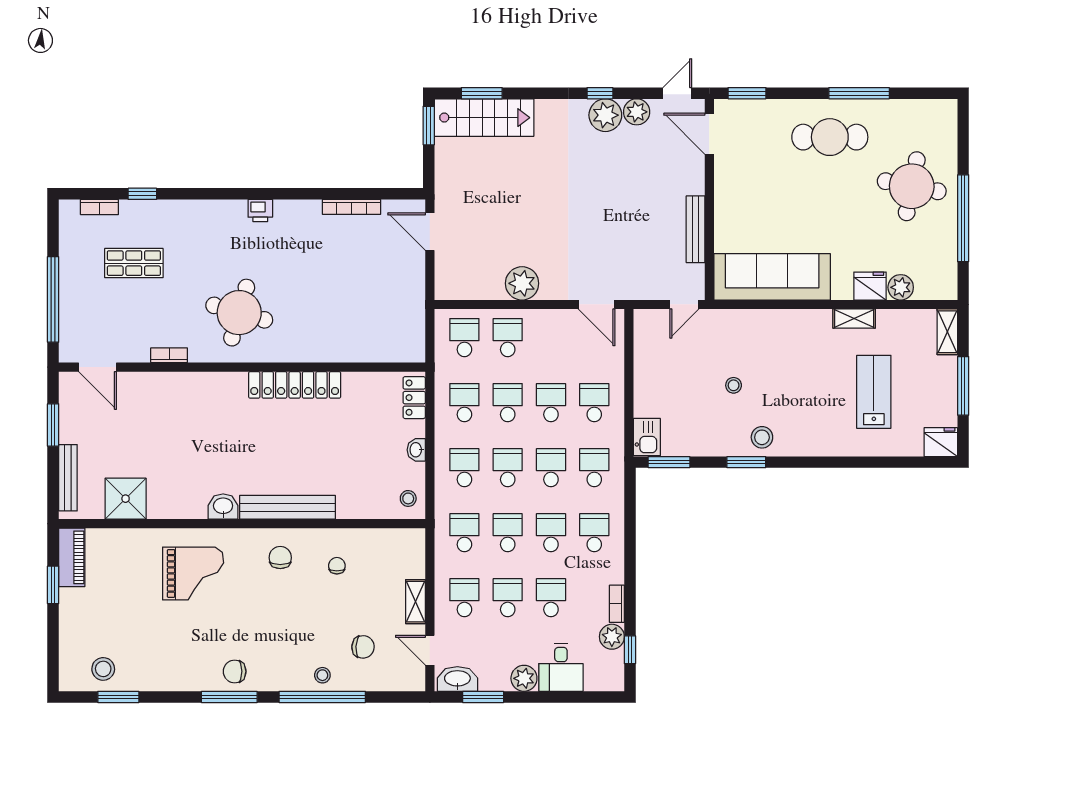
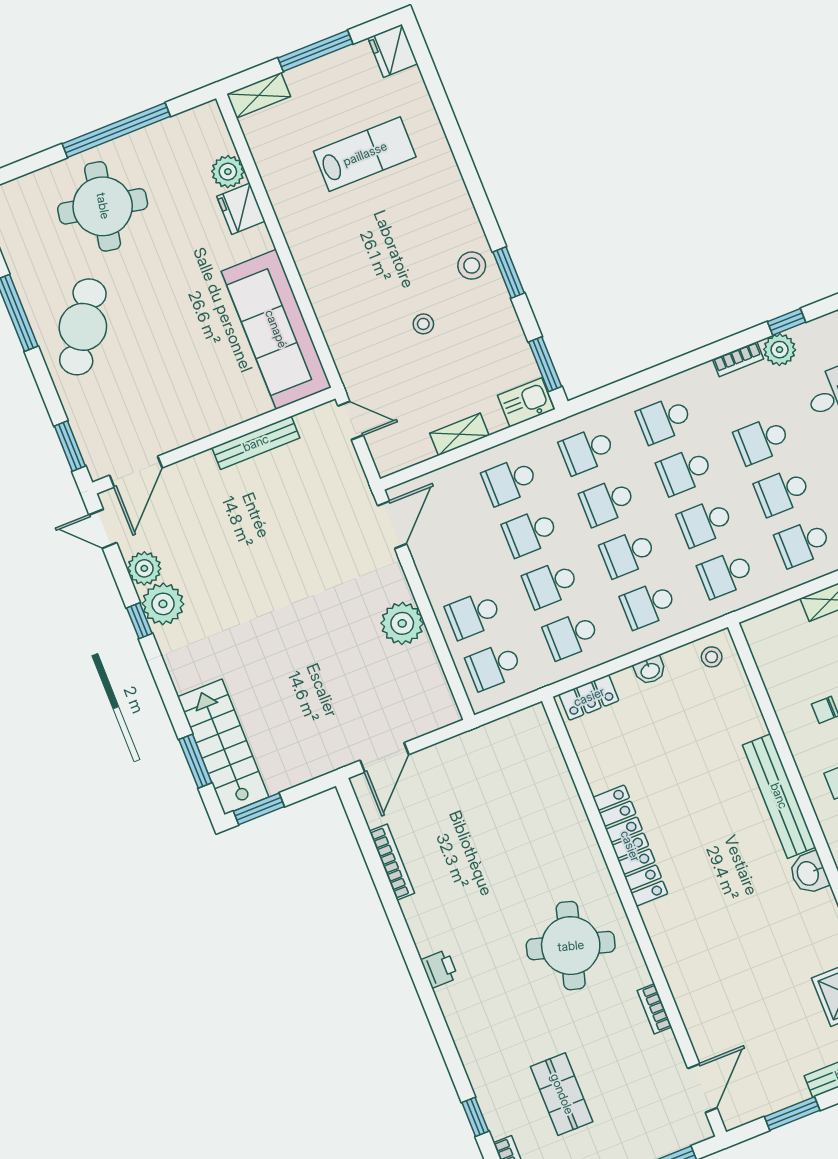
cafe table: (830, 137) -> (83, 327), turned 33
shelving: (854, 319) -> (459, 434), moved, turned 90
lab bench: (874, 392) -> (365, 154), turned 180

